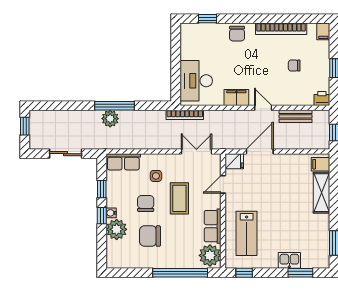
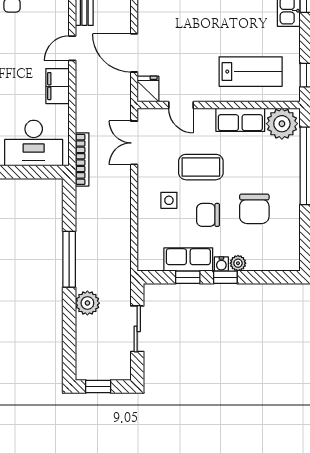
plant: (110, 119) -> (87, 303), moved
row of seats: (123, 162) -> (188, 259), moved, turned -90
plant: (117, 229) -> (238, 263), width x0.53, depth x0.53

